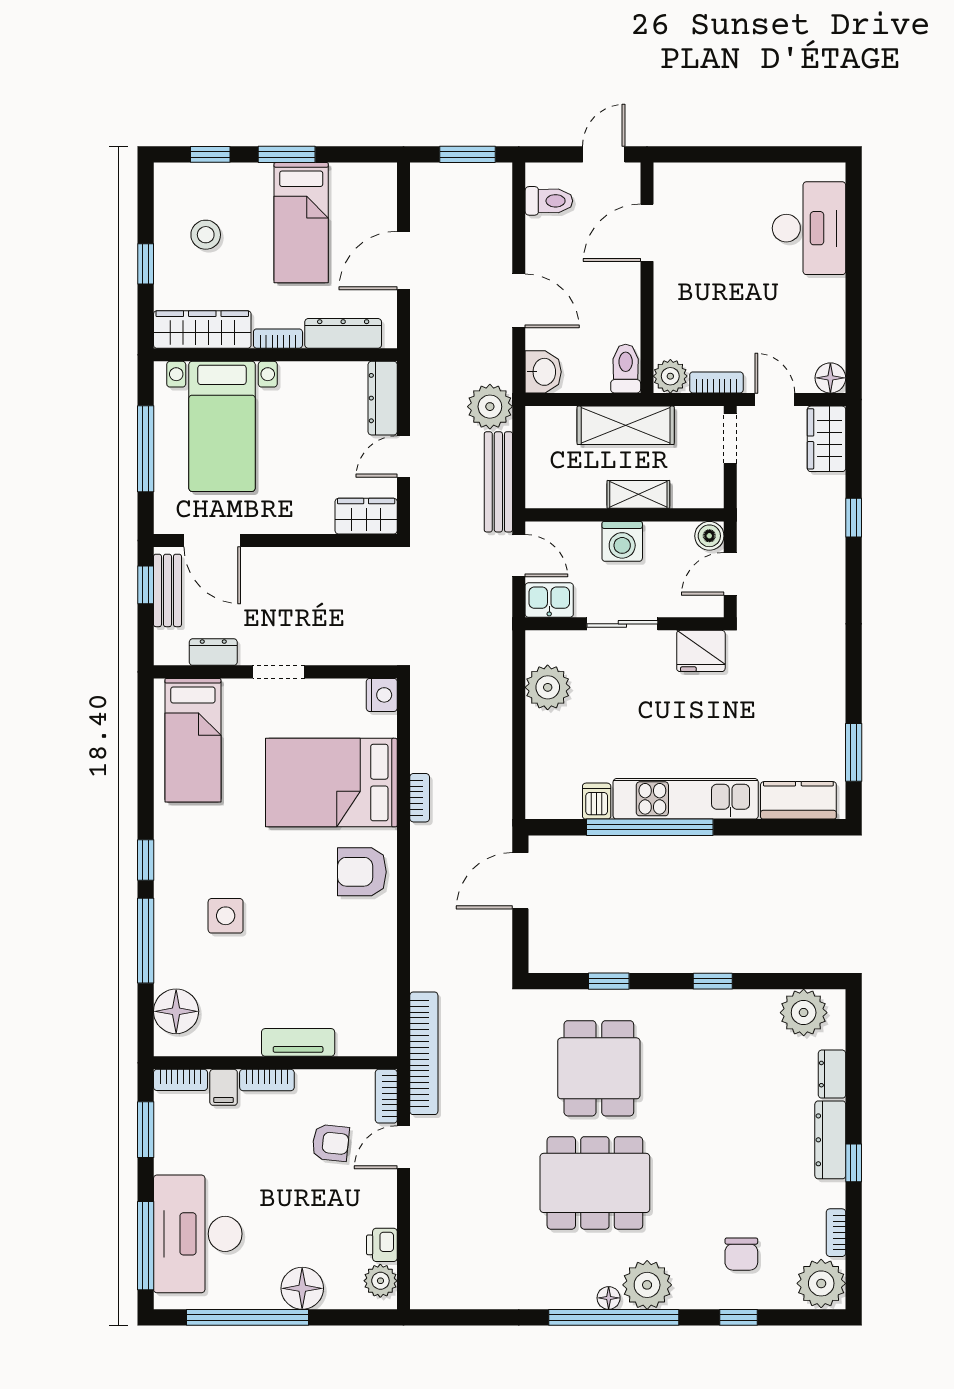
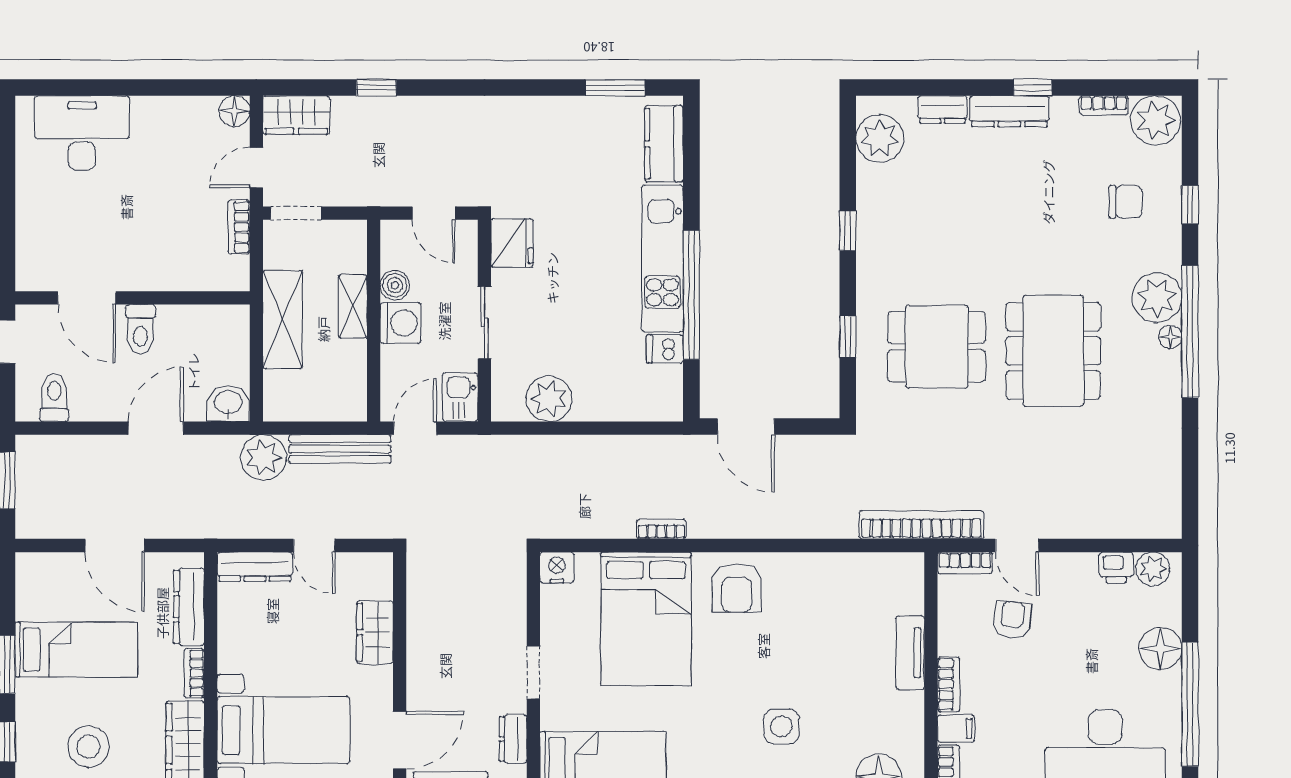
stool: (206, 235) -> (89, 747), width x1.38, depth x1.38
toilet: (626, 369) -> (141, 329), moved, turned -90
plant: (670, 376) -> (233, 274), removed
wardrobe: (366, 516) -> (375, 632), moved
boiler: (709, 536) -> (395, 285), moved

